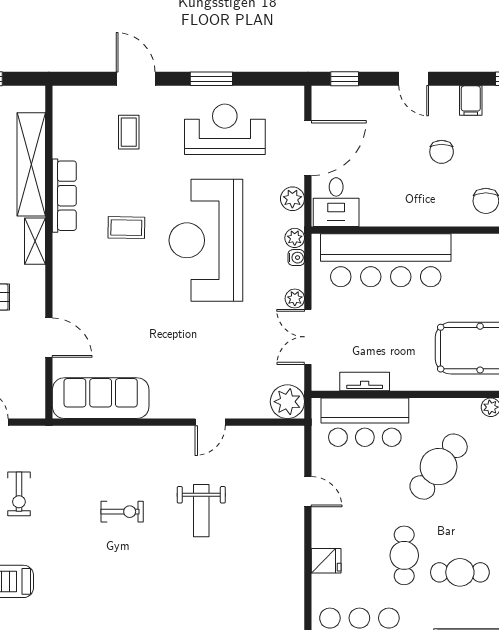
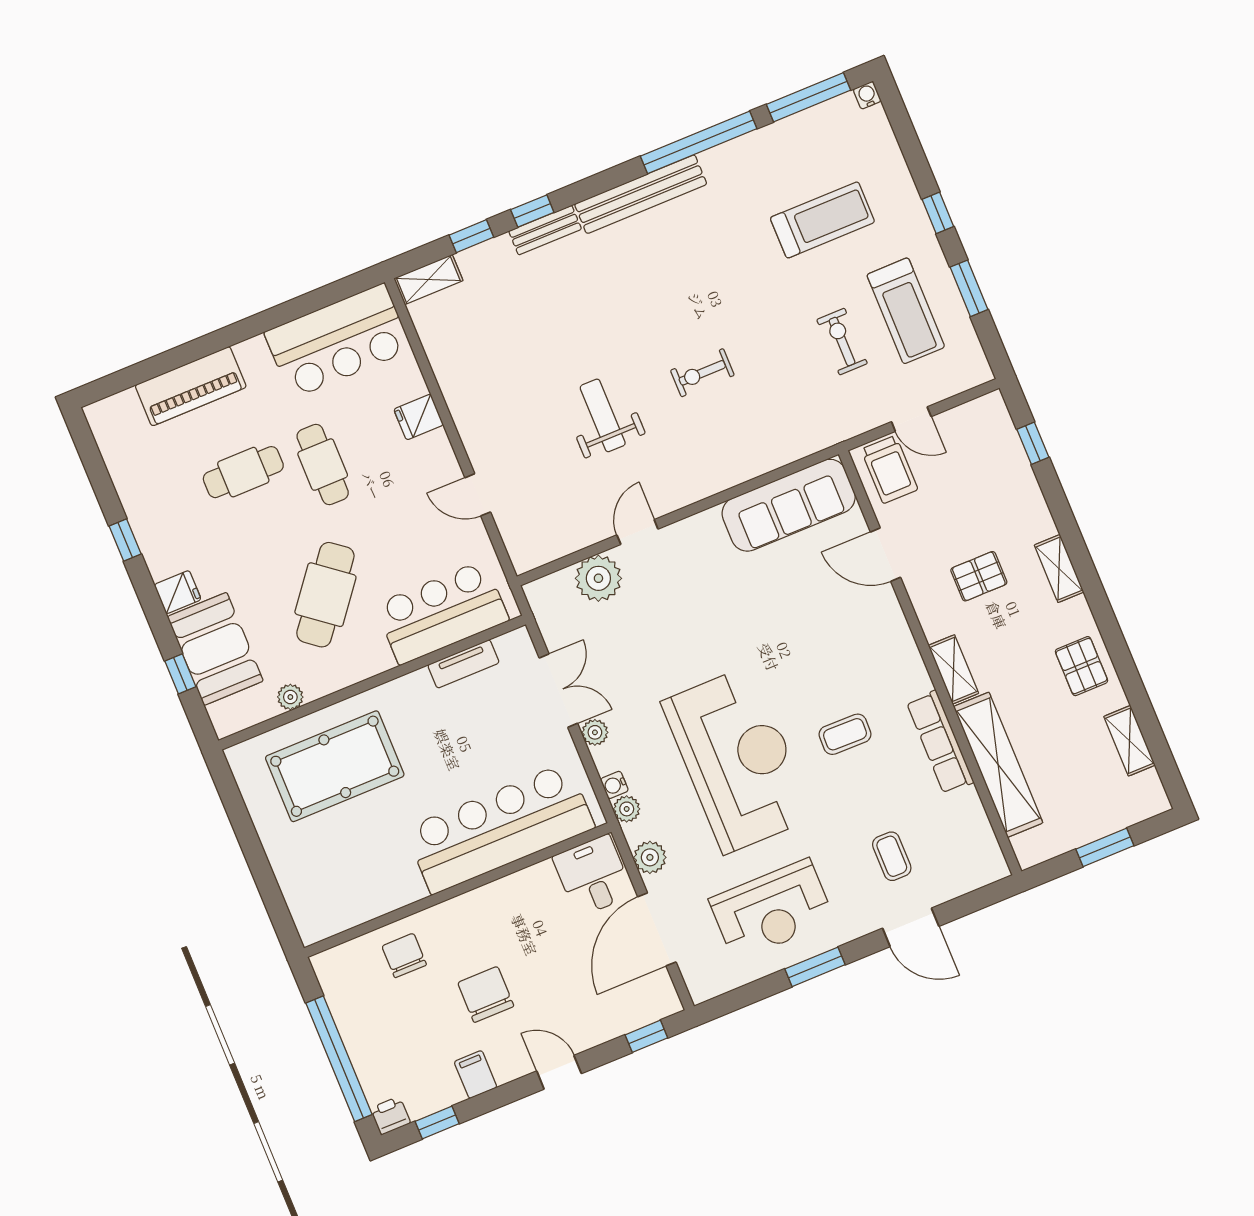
chair: (442, 152) -> (486, 994), width x1.37, depth x1.37
trolley: (23, 394) -> (889, 470), added
plant: (287, 402) -> (598, 578), moved

